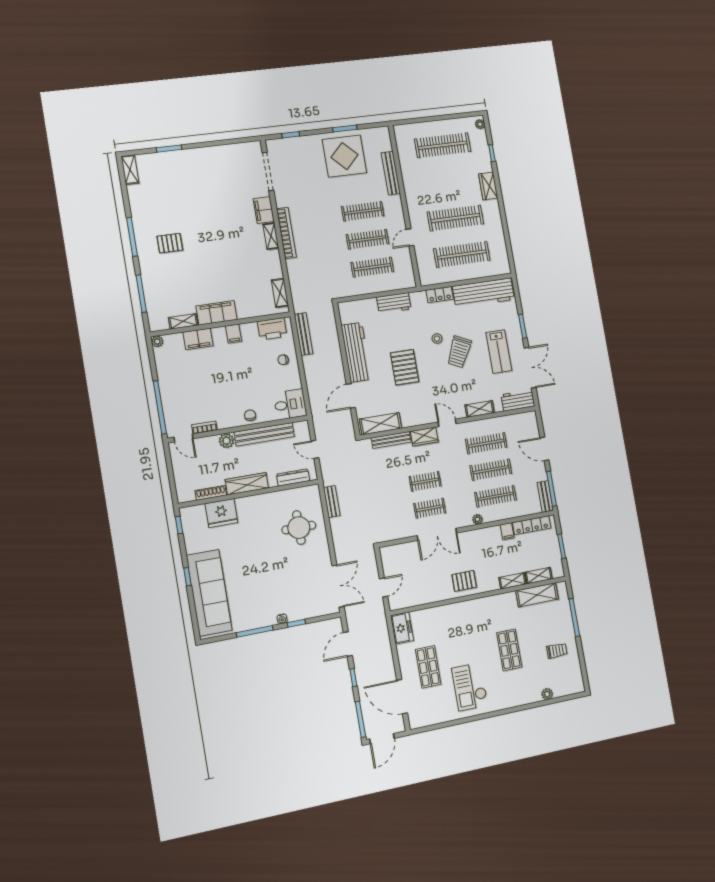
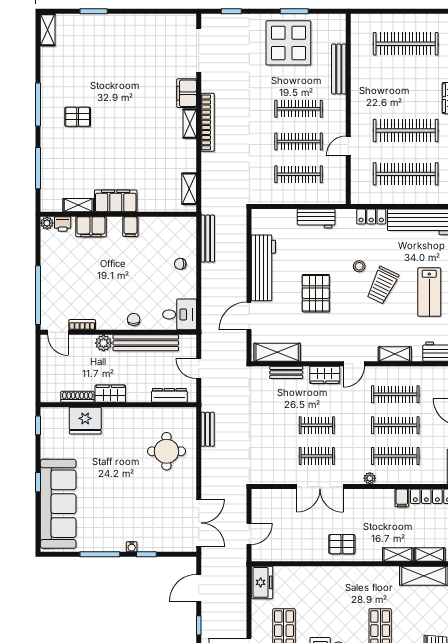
printer: (272, 329) -> (63, 224), moved, width x0.53, depth x0.68
door: (447, 423) -> (354, 364), swing flipped
bench: (391, 440) -> (286, 372), width x0.73
wardrobe: (247, 484) -> (110, 394), width x0.67

